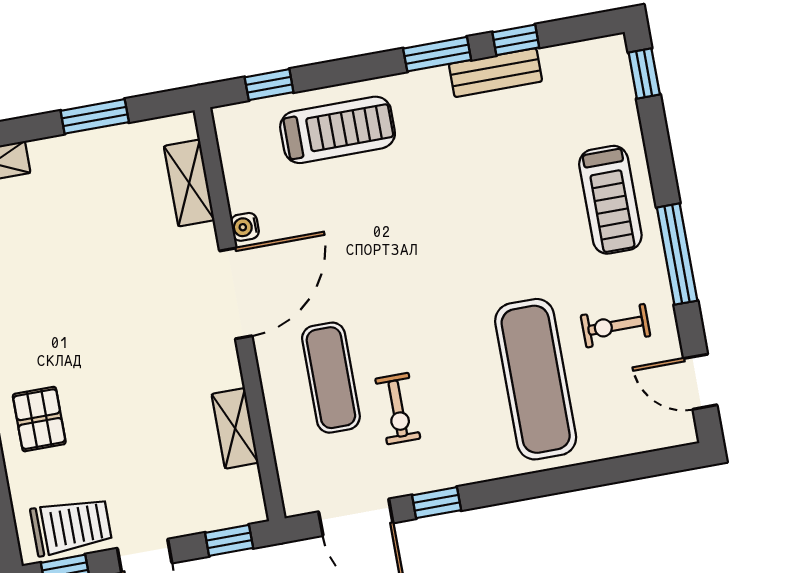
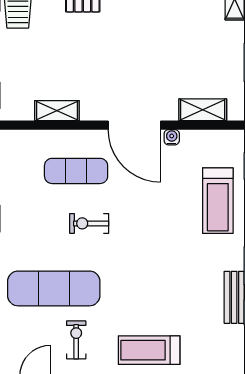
exercise bike: (398, 409) -> (89, 223), moved

